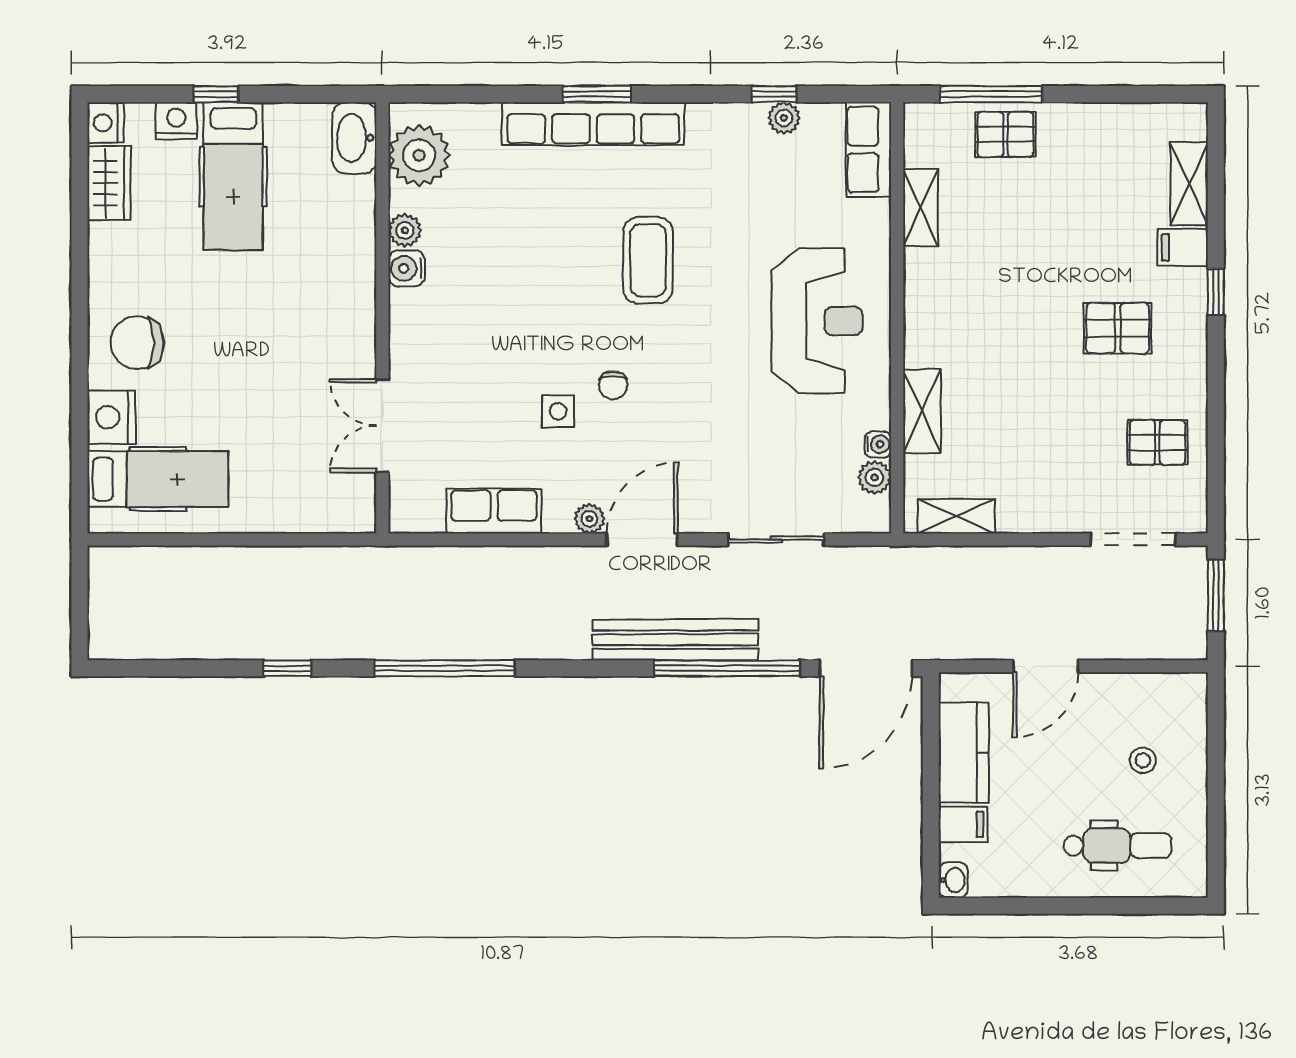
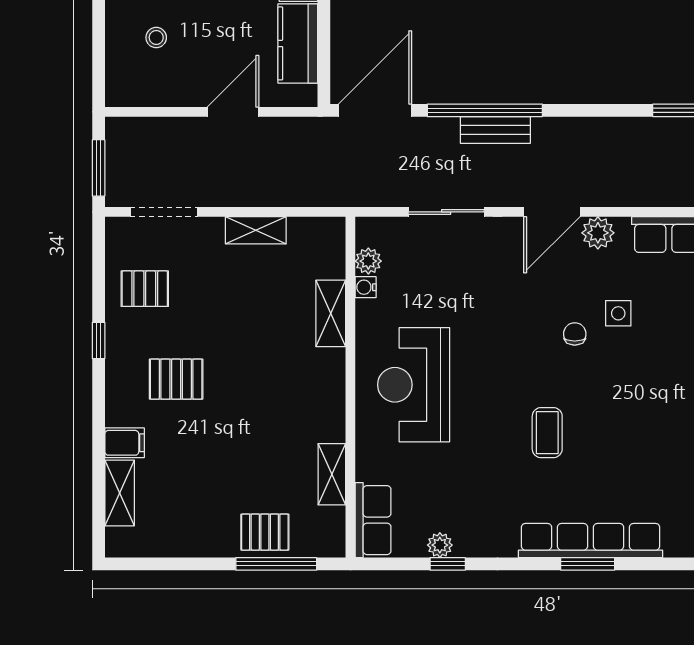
coffee table: (648, 260) -> (547, 433), width x0.73, depth x0.77
window: (1216, 292) -> (99, 340), moved
shelving: (956, 516) -> (256, 230), moved
plant: (589, 519) -> (598, 233), width x1.38, depth x1.38
bench: (675, 640) -> (495, 130), width x0.54, depth x0.82

